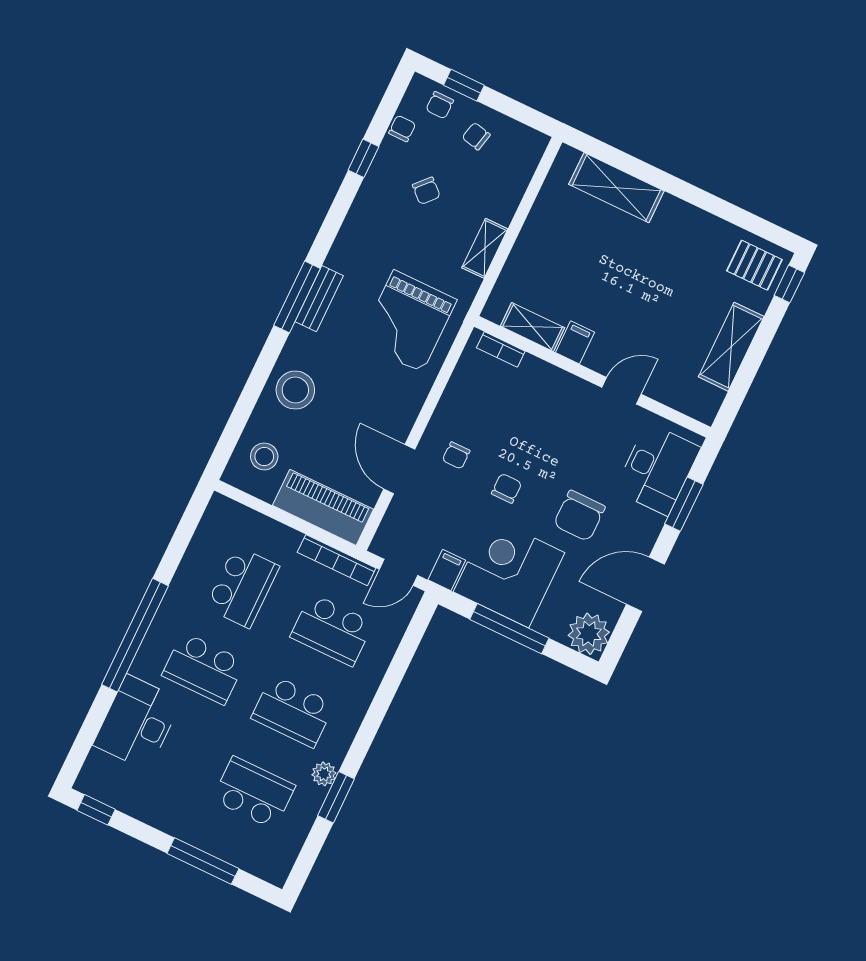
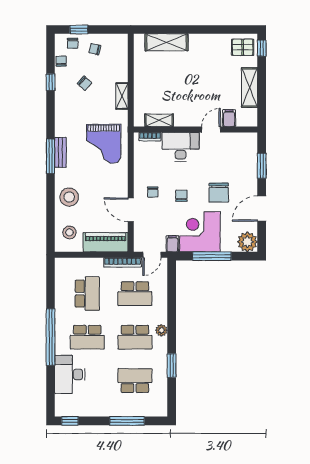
filing cabinet: (575, 342) -> (229, 118), moved
desk: (657, 469) -> (181, 147), moved, turned -90
plant: (324, 774) -> (161, 330), moved

